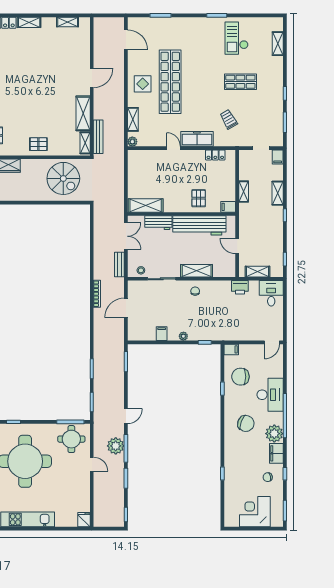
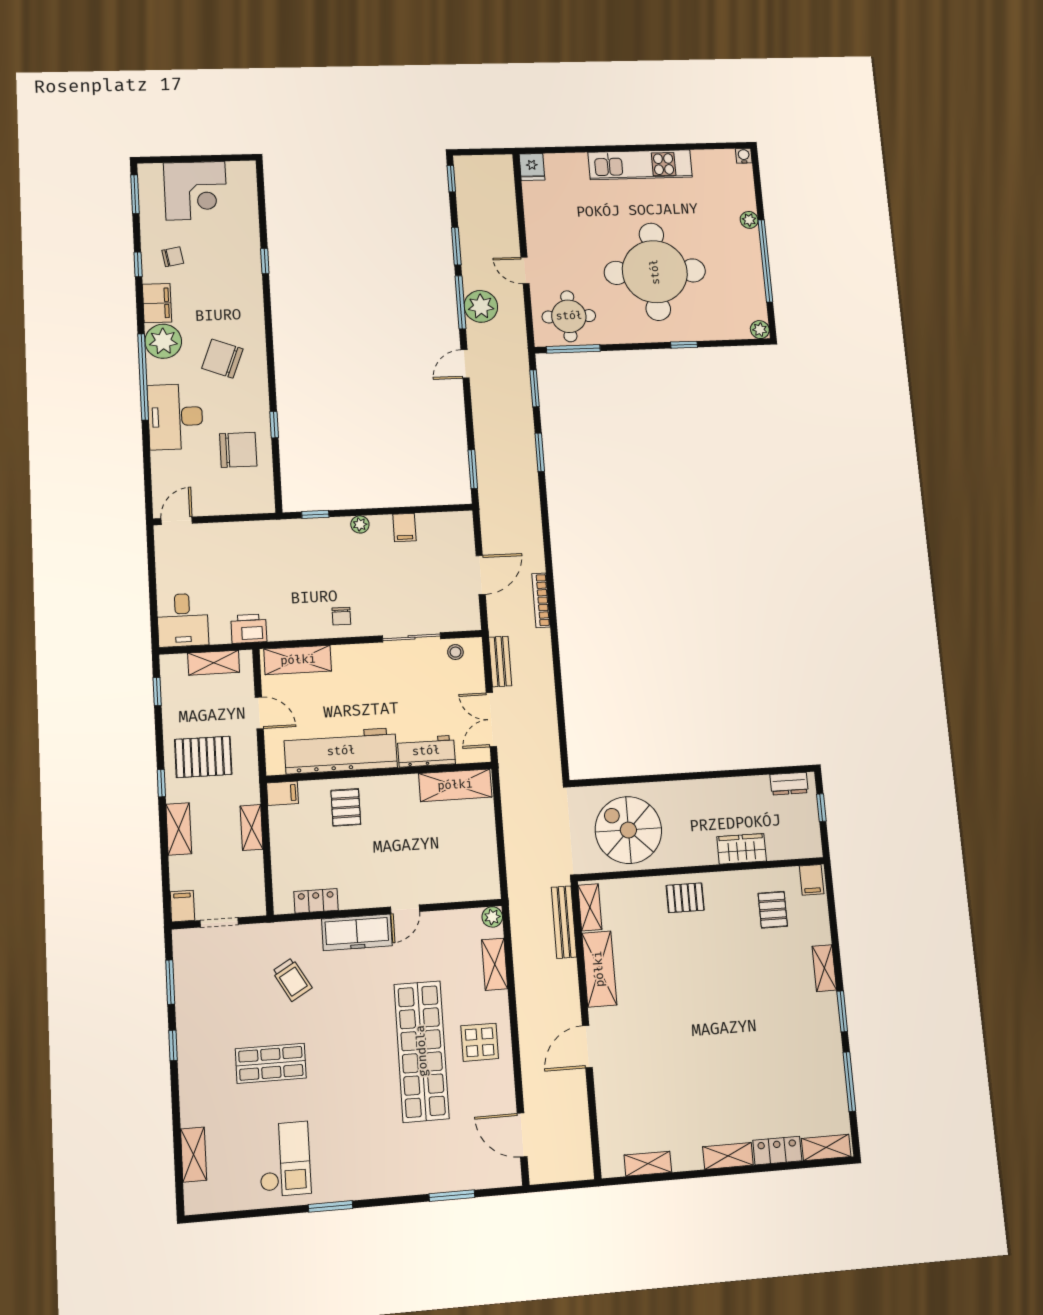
door: (174, 148) -> (405, 909), hinge flipped
pallet: (265, 227) -> (203, 757), added
shelving: (197, 271) -> (298, 660), moved
filing cabinet: (231, 349) -> (260, 503), removed

